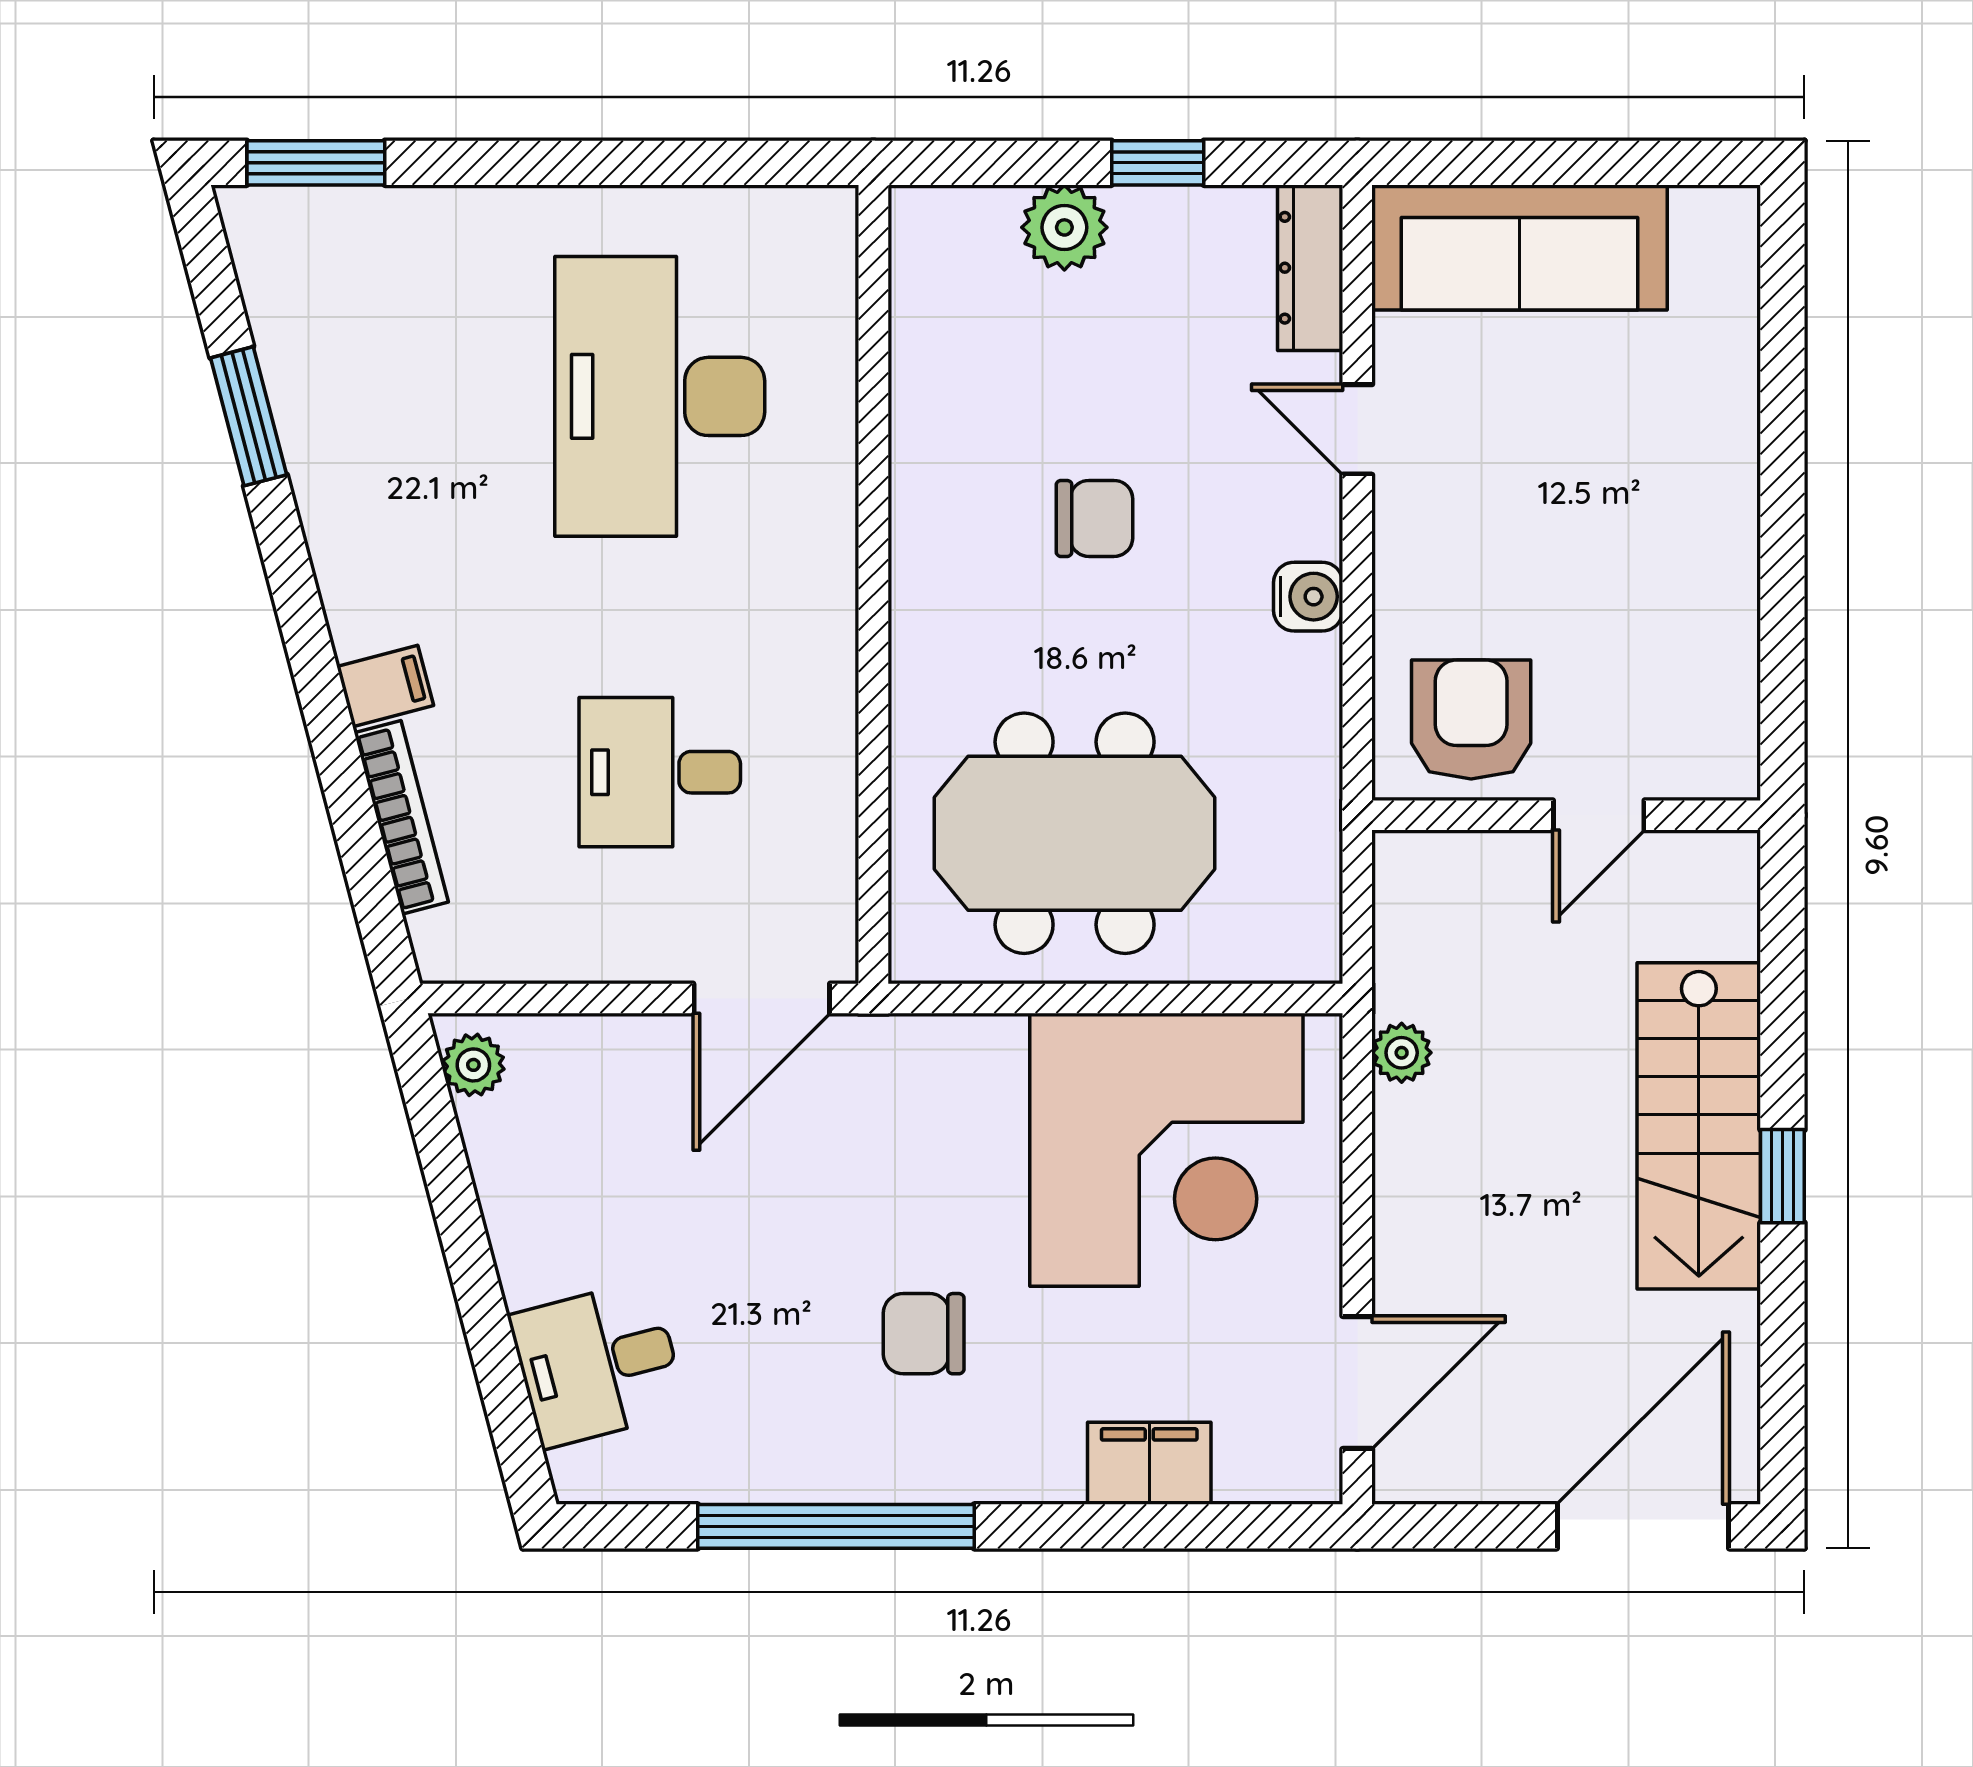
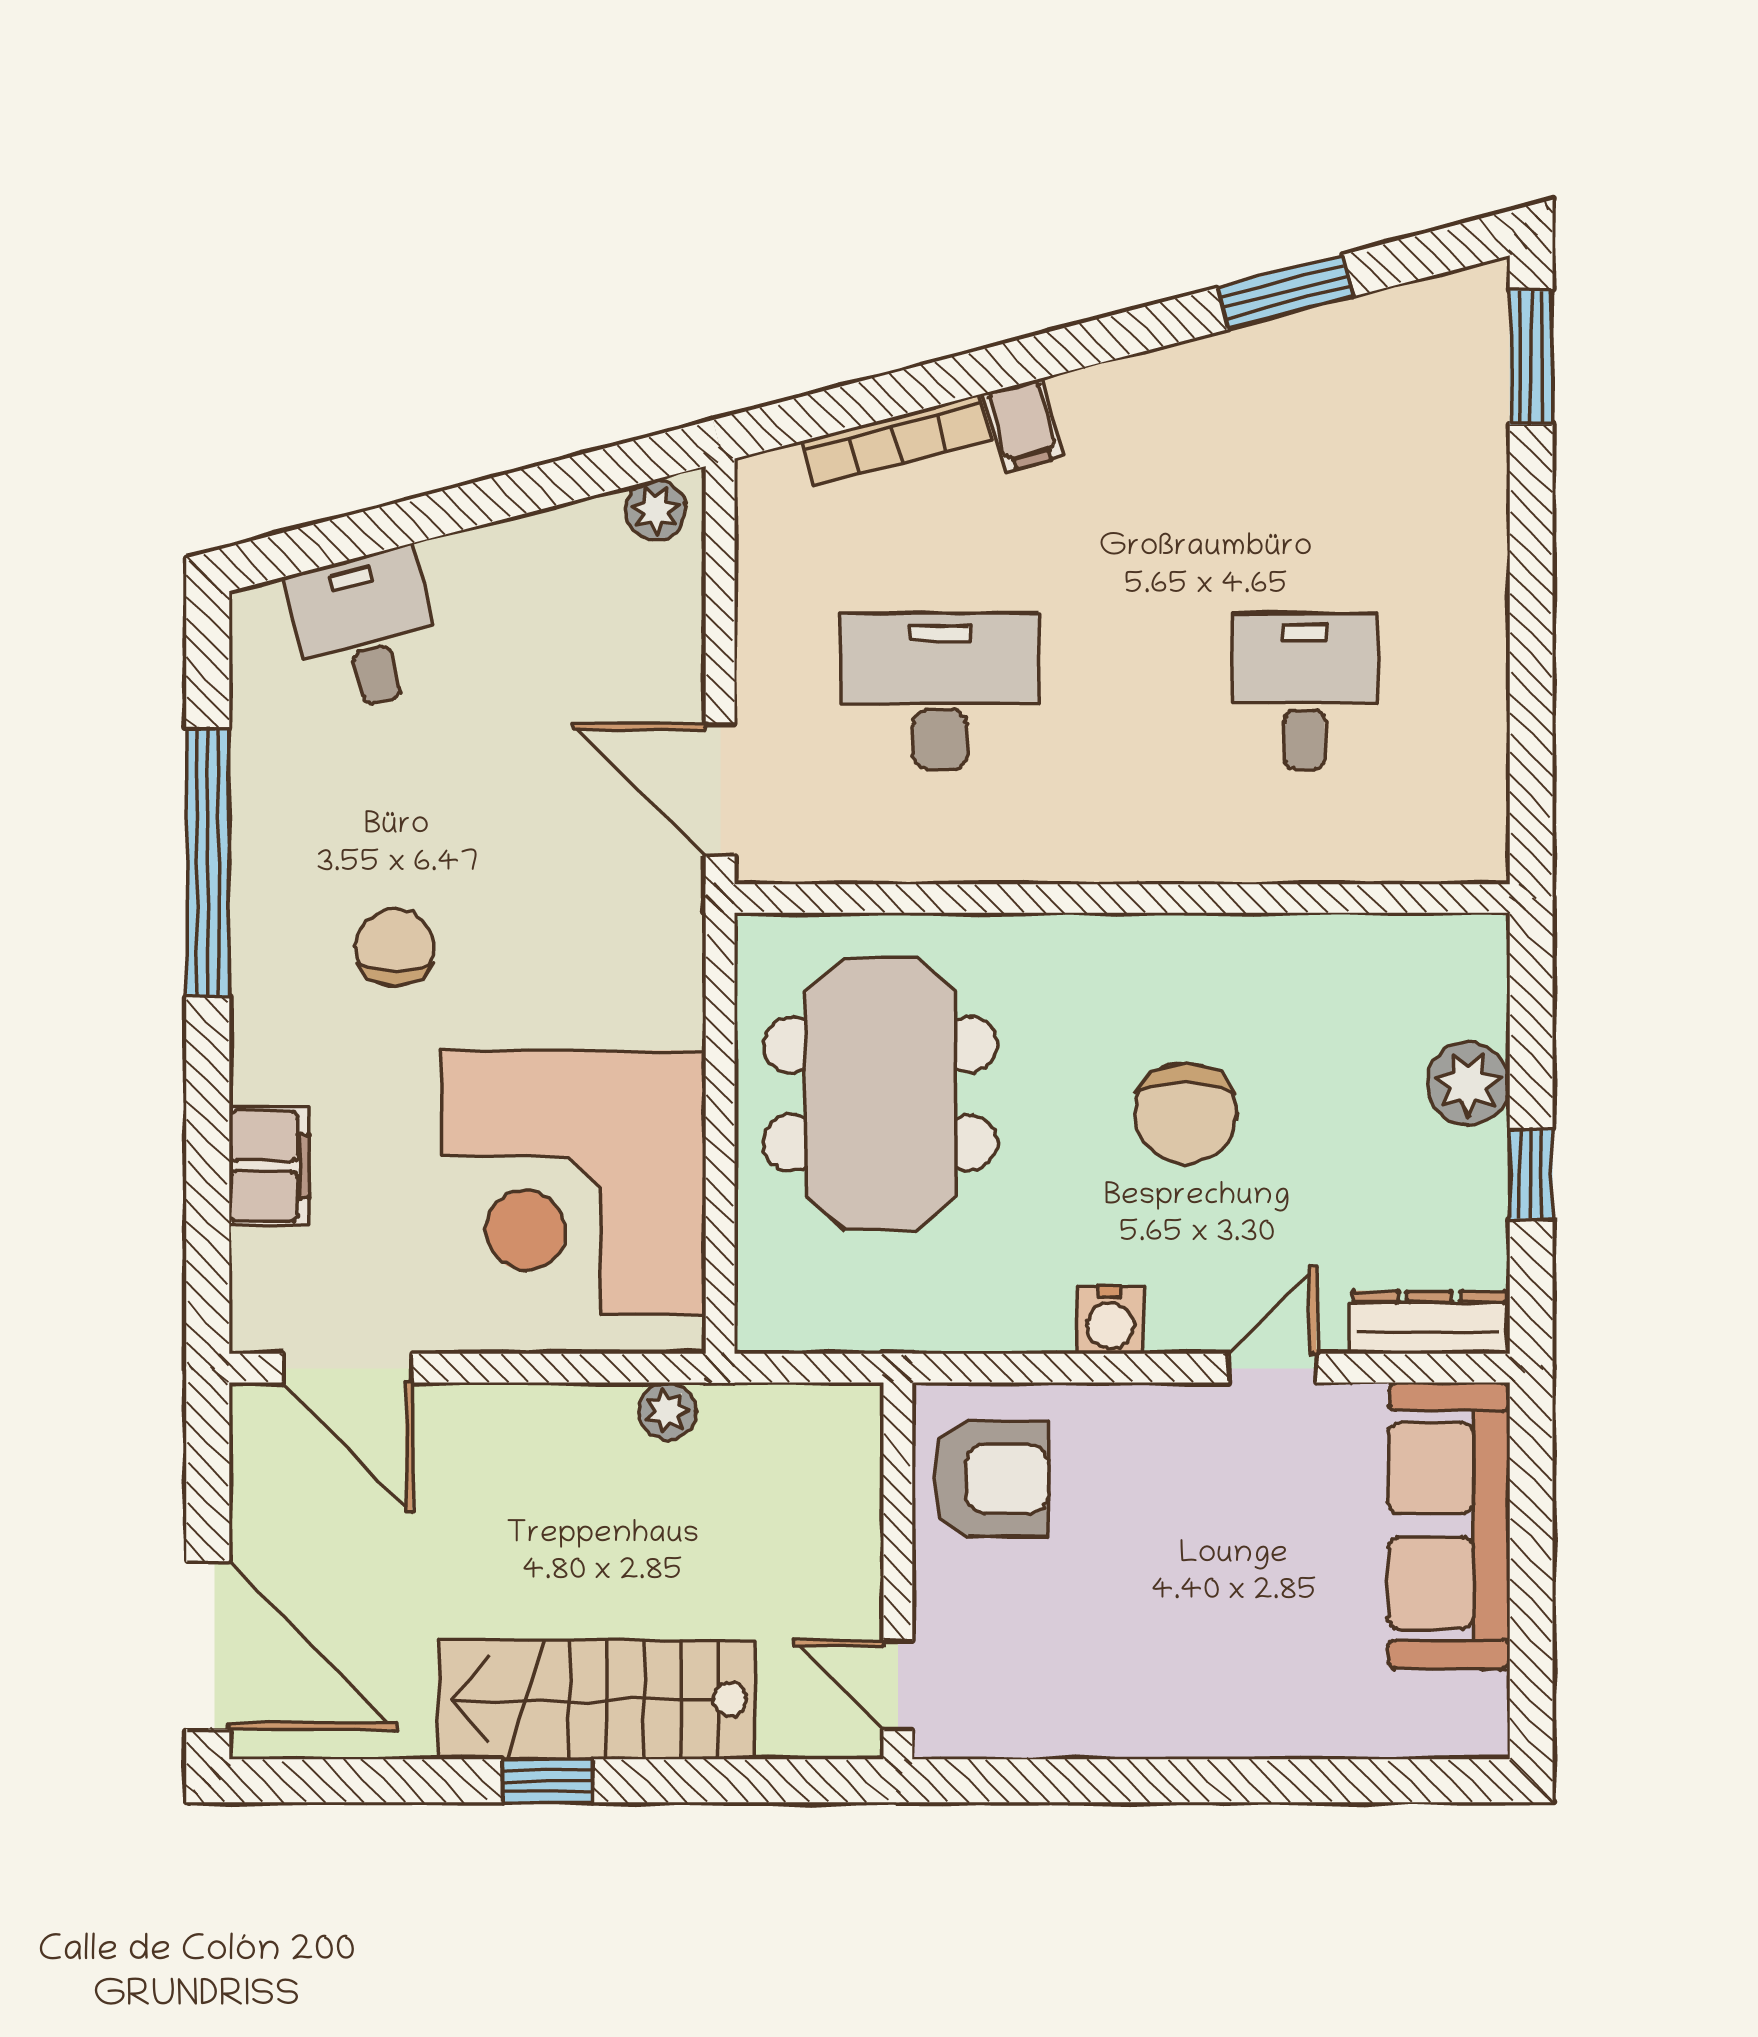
desk: (660, 396) -> (1304, 691), width x0.53, depth x0.77
chair: (1095, 518) -> (1186, 1113), width x1.37, depth x1.37
desk: (660, 772) -> (940, 691), width x1.37
door: (1599, 815) -> (898, 1685), moved

